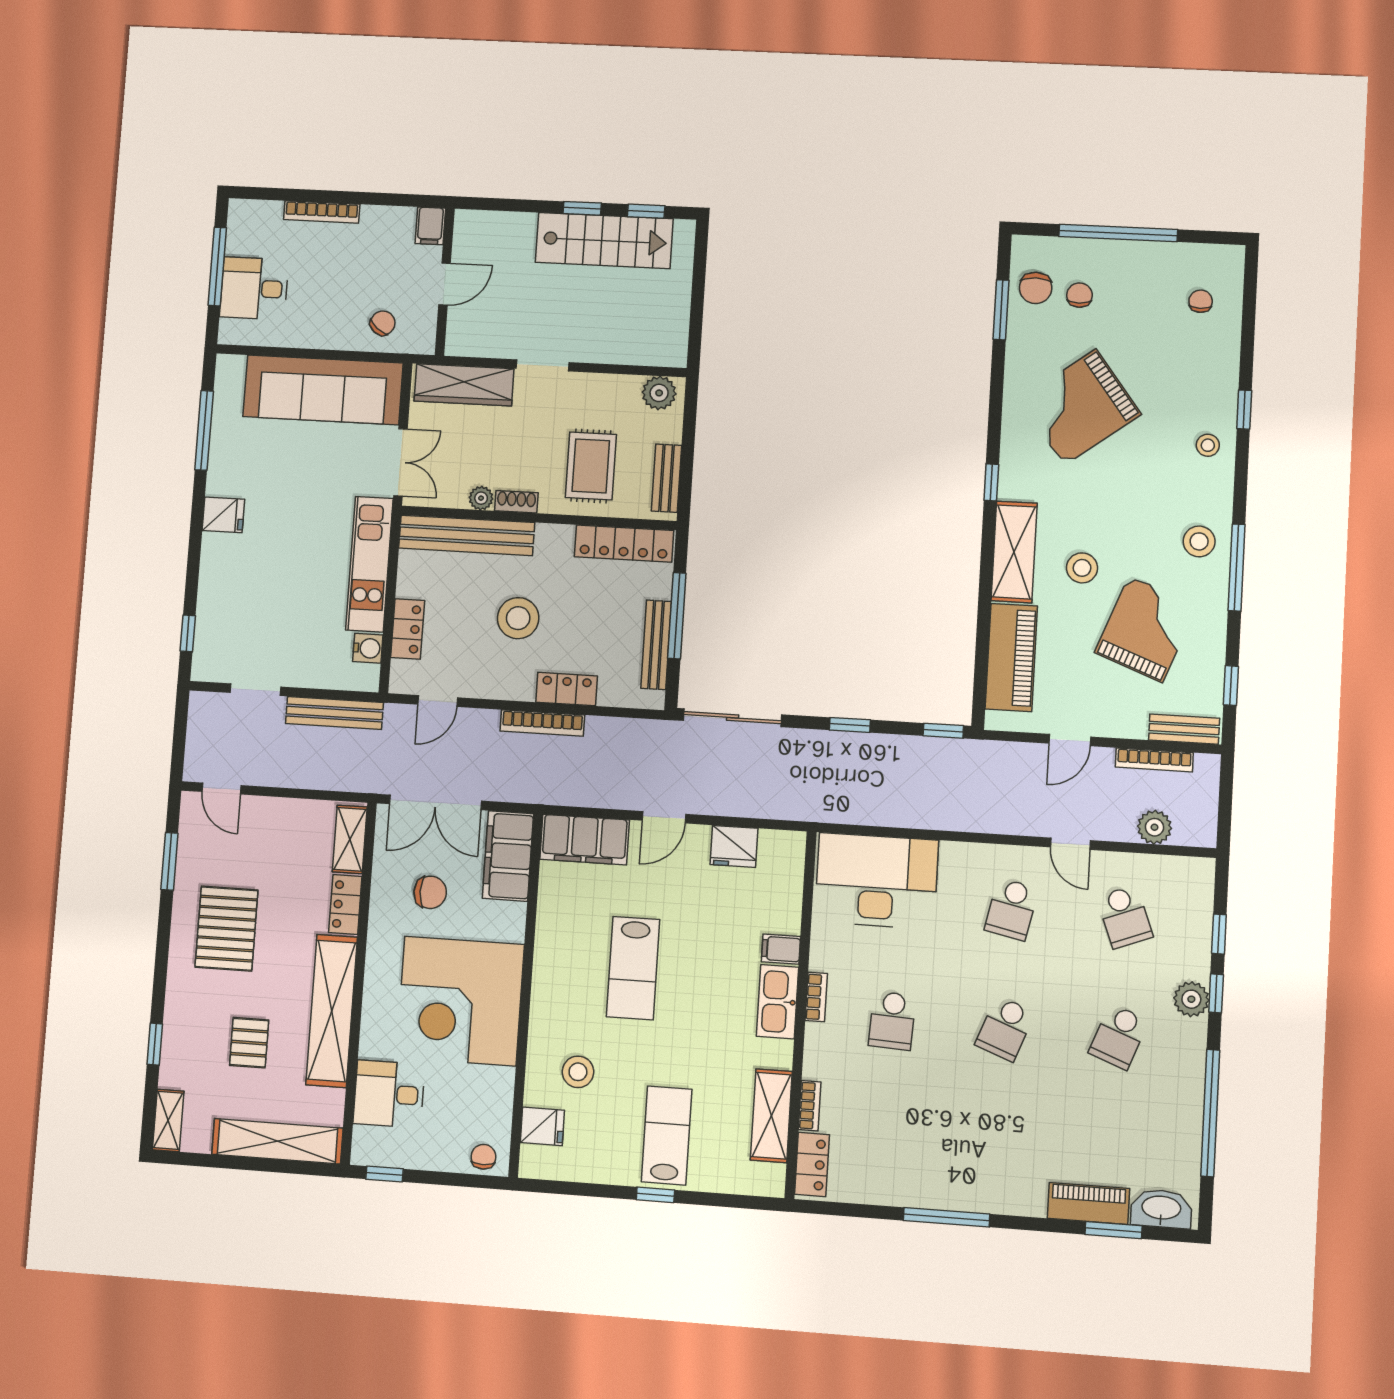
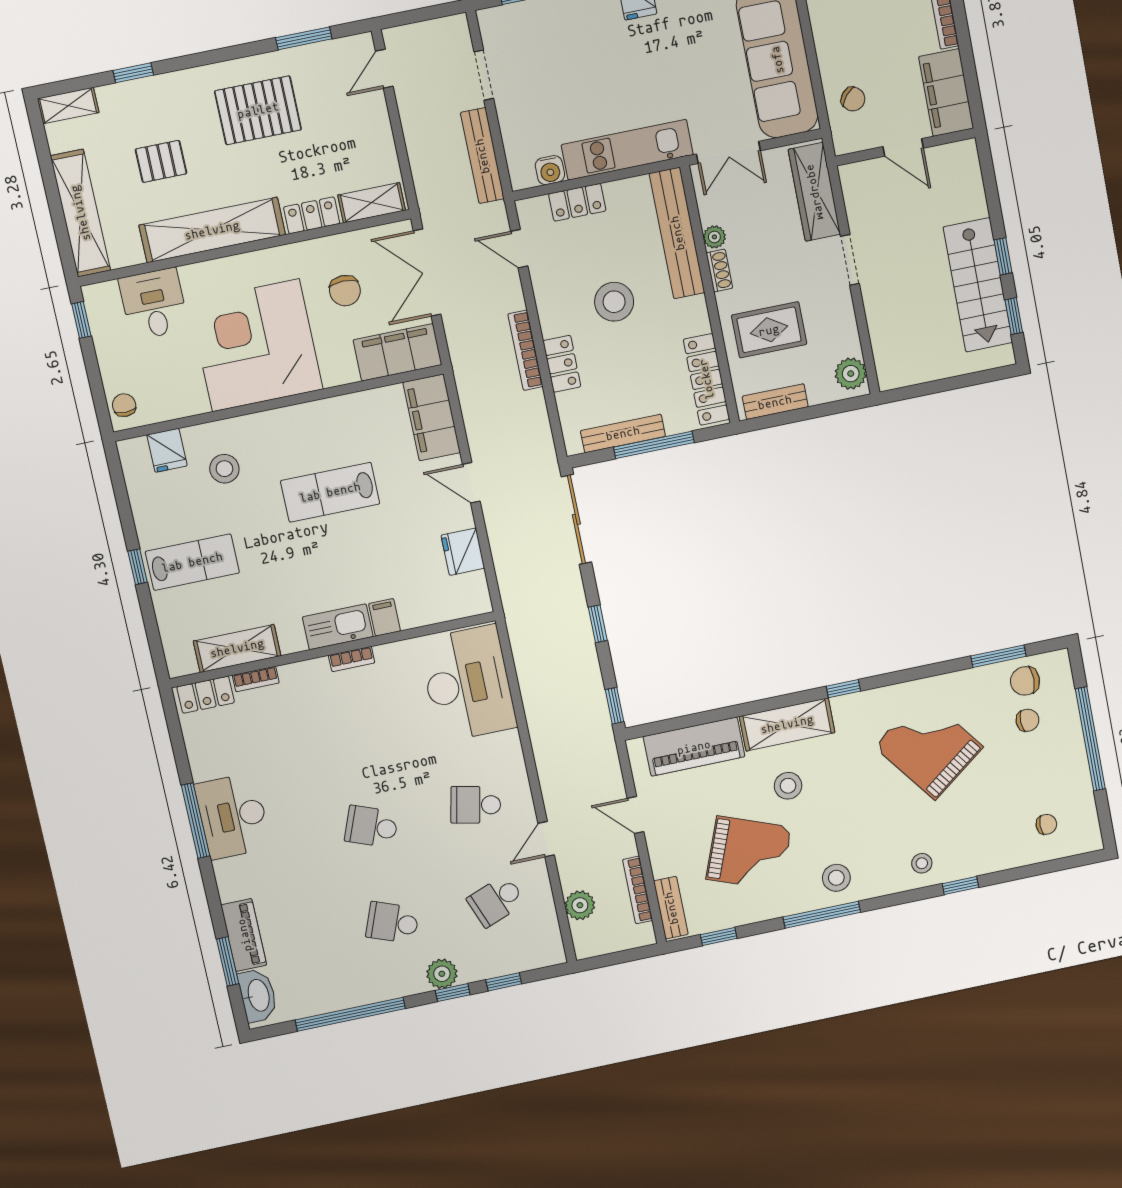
filing cabinet: (430, 226) -> (946, 93), width x3.00, depth x1.17
school desk: (892, 1021) -> (350, 730), removed
chair: (483, 1157) -> (124, 405), turned -90
desk: (953, 1175) -> (233, 816), added

